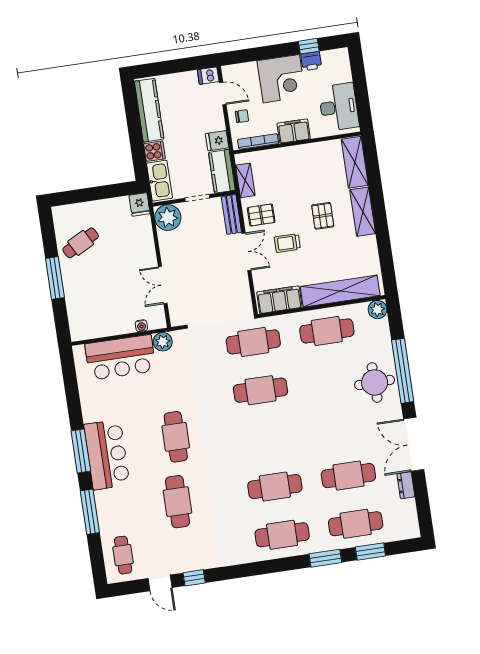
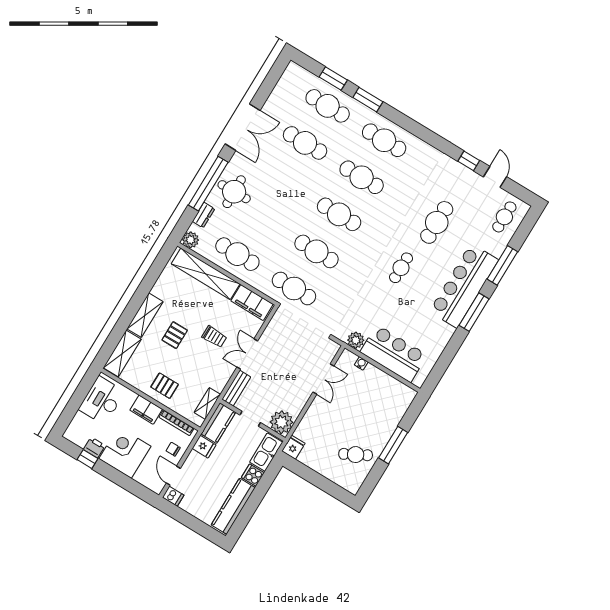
pallet: (261, 215) -> (165, 386), moved
cafe table: (176, 437) -> (401, 268), width x0.73, depth x0.74
cafe table: (268, 438) -> (339, 214), added
bar counter: (107, 455) -> (464, 286), width x1.36
dresser: (406, 485) -> (204, 215), moved

